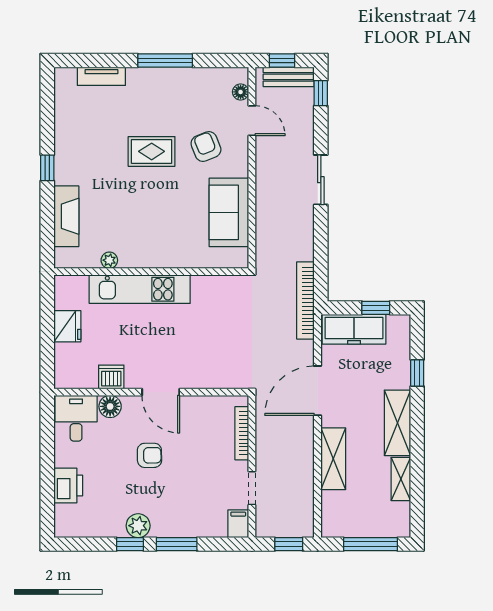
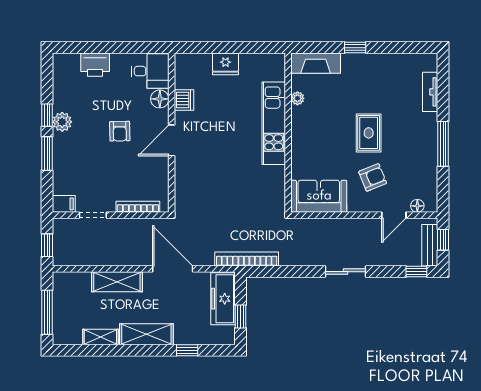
plant: (109, 260) -> (297, 98), moved
wall: (151, 272) -> (288, 133), moved
kitchen unit: (140, 289) -> (274, 123), moved

